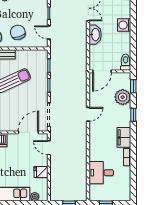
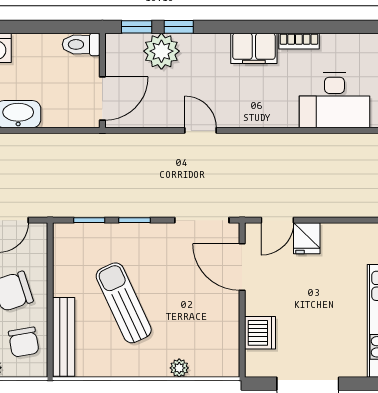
door: (102, 71) -> (102, 98), hinge flipped
window: (133, 115) -> (179, 27), moved
fridge: (41, 172) -> (307, 238), moved
desk: (101, 173) -> (334, 100), width x1.37

